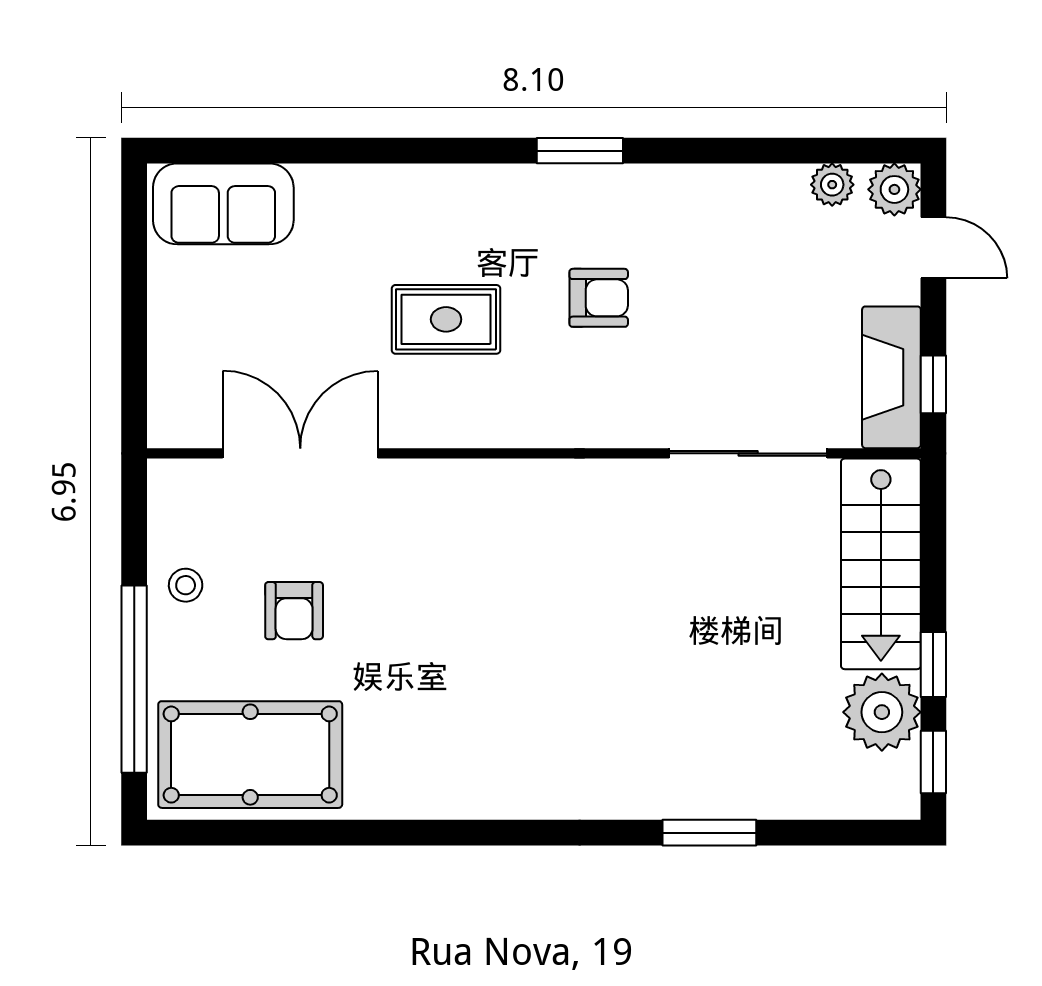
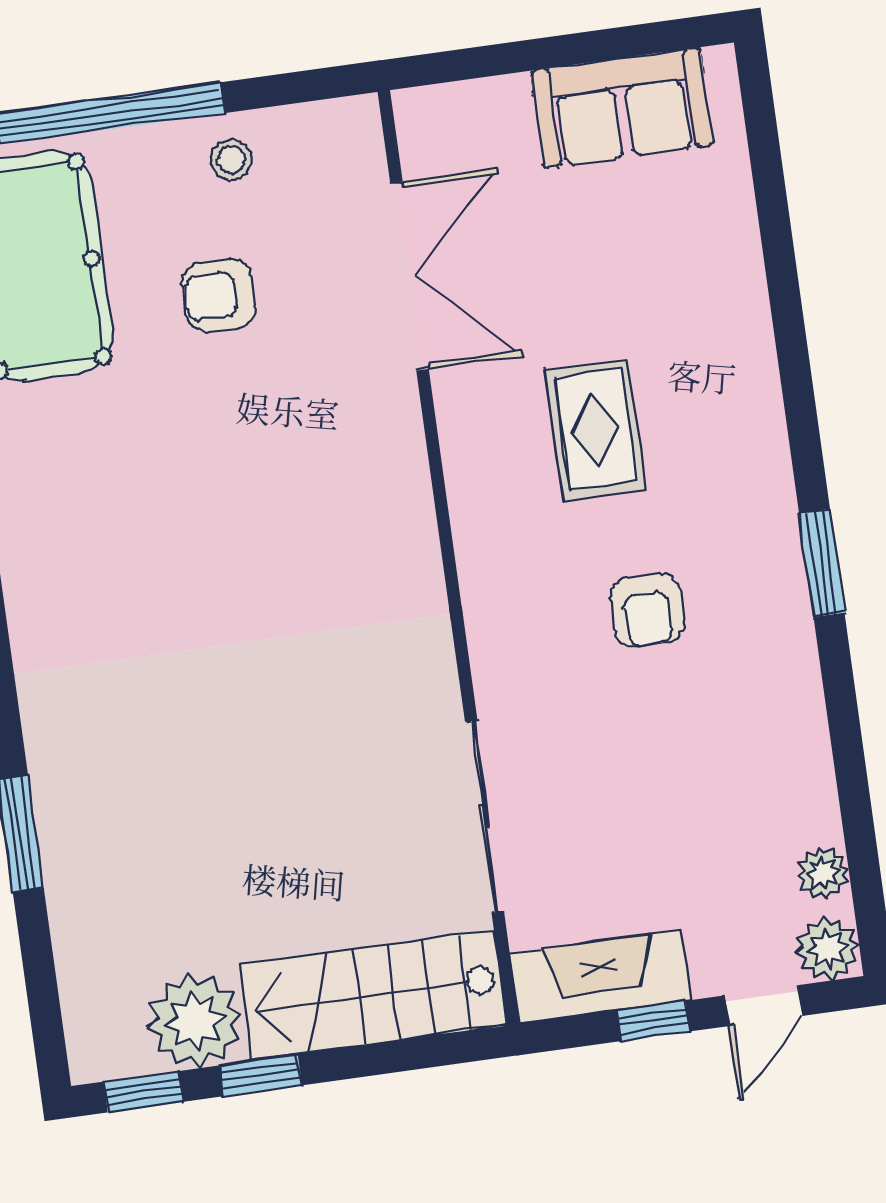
sofa: (223, 204) -> (622, 108), moved, turned -90
window: (933, 384) -> (653, 1021), moved

